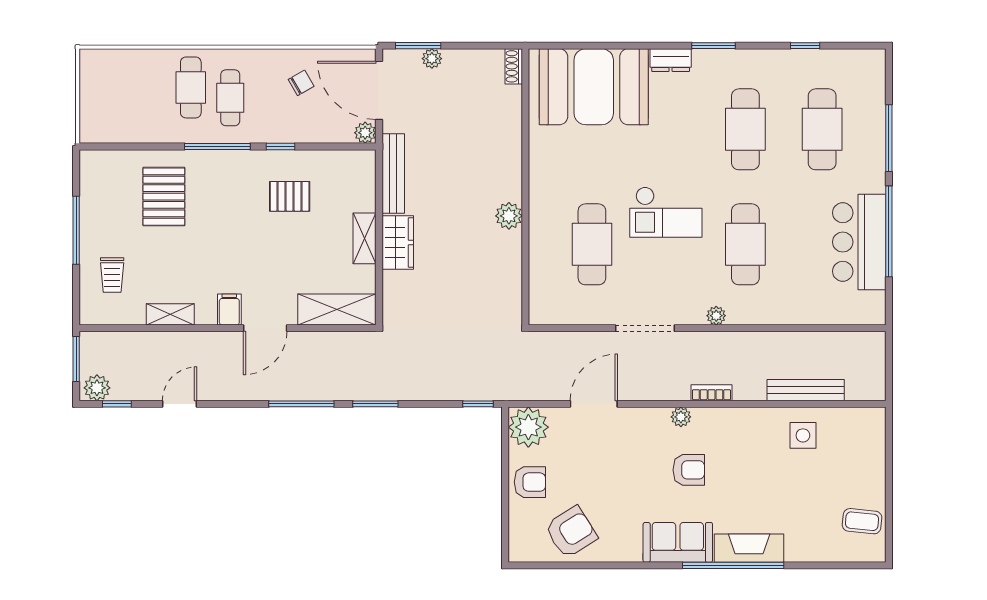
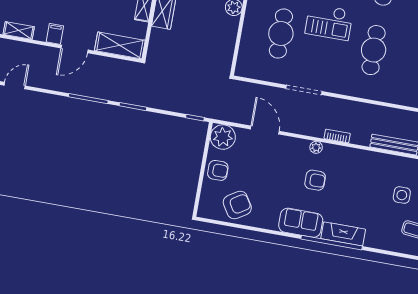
plant: (716, 316) -> (348, 90), removed
door: (594, 404) -> (265, 130), hinge flipped
side table: (803, 435) -> (402, 195), moved

